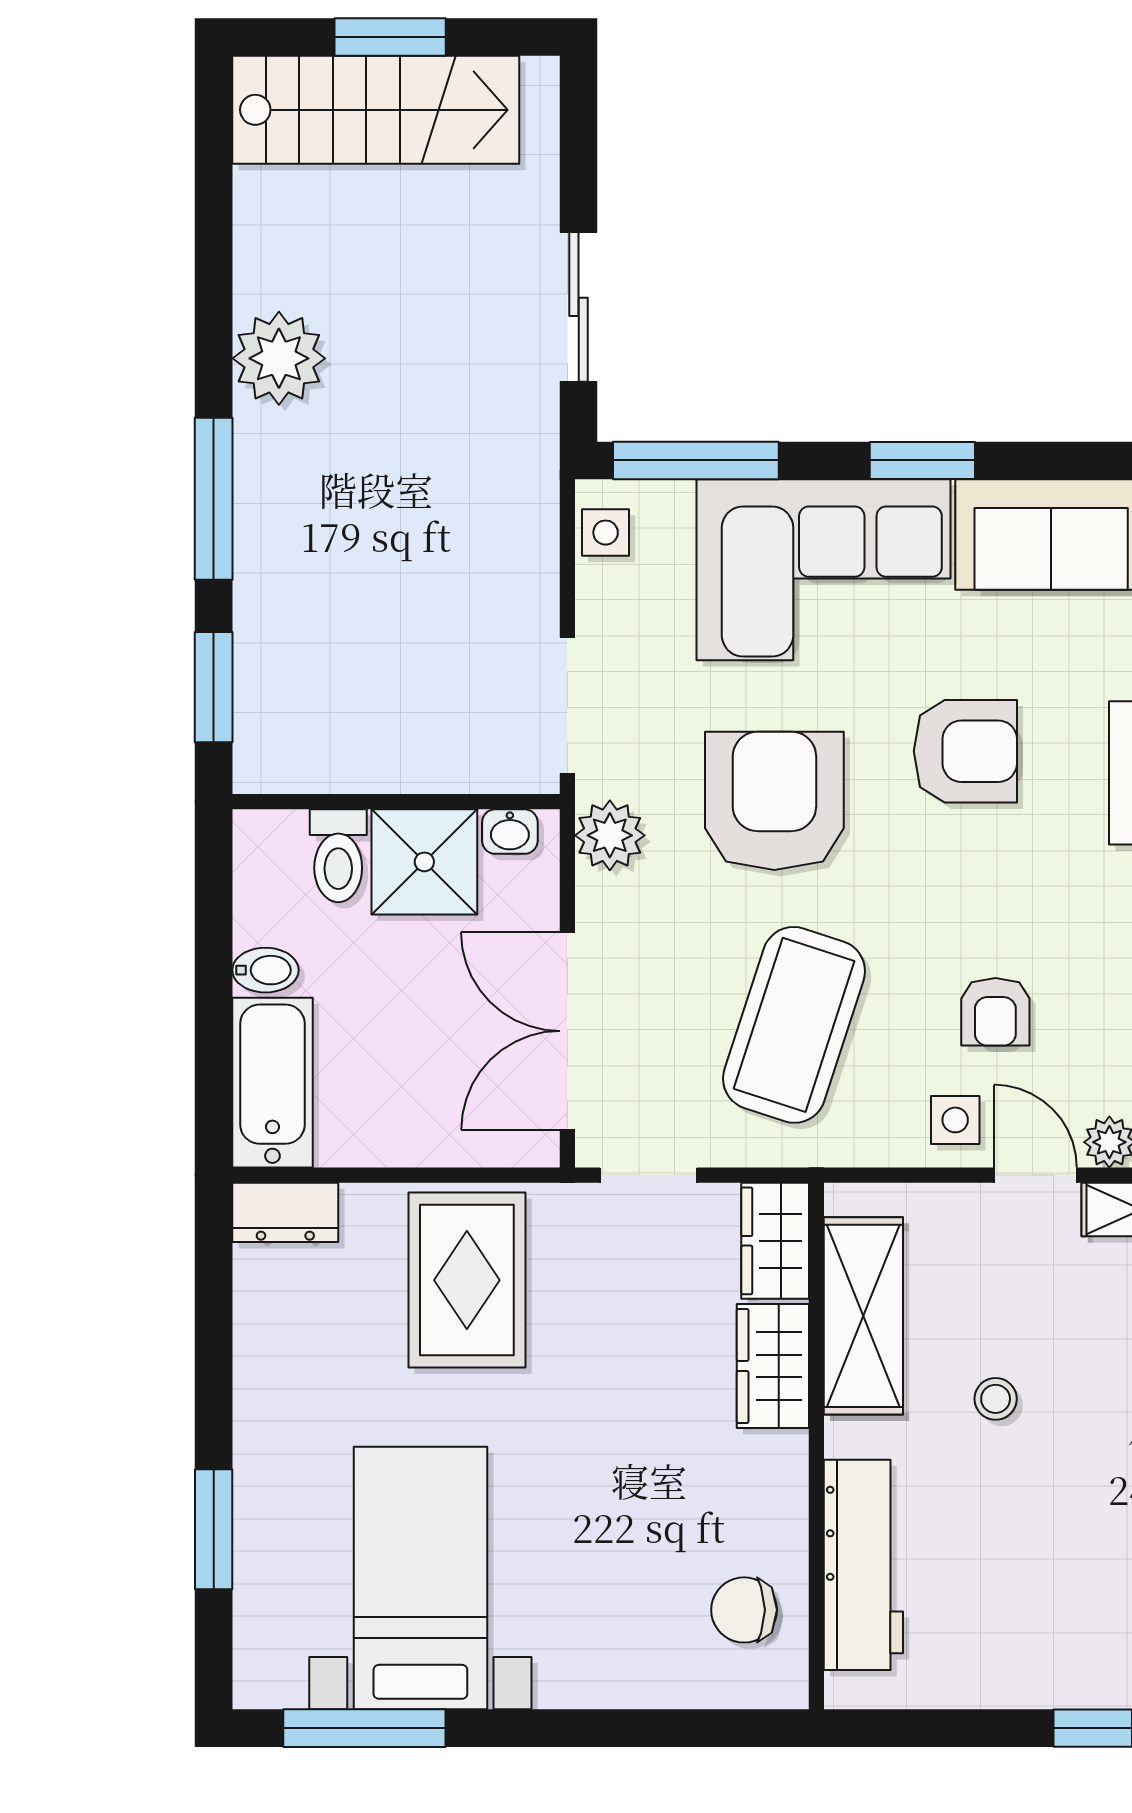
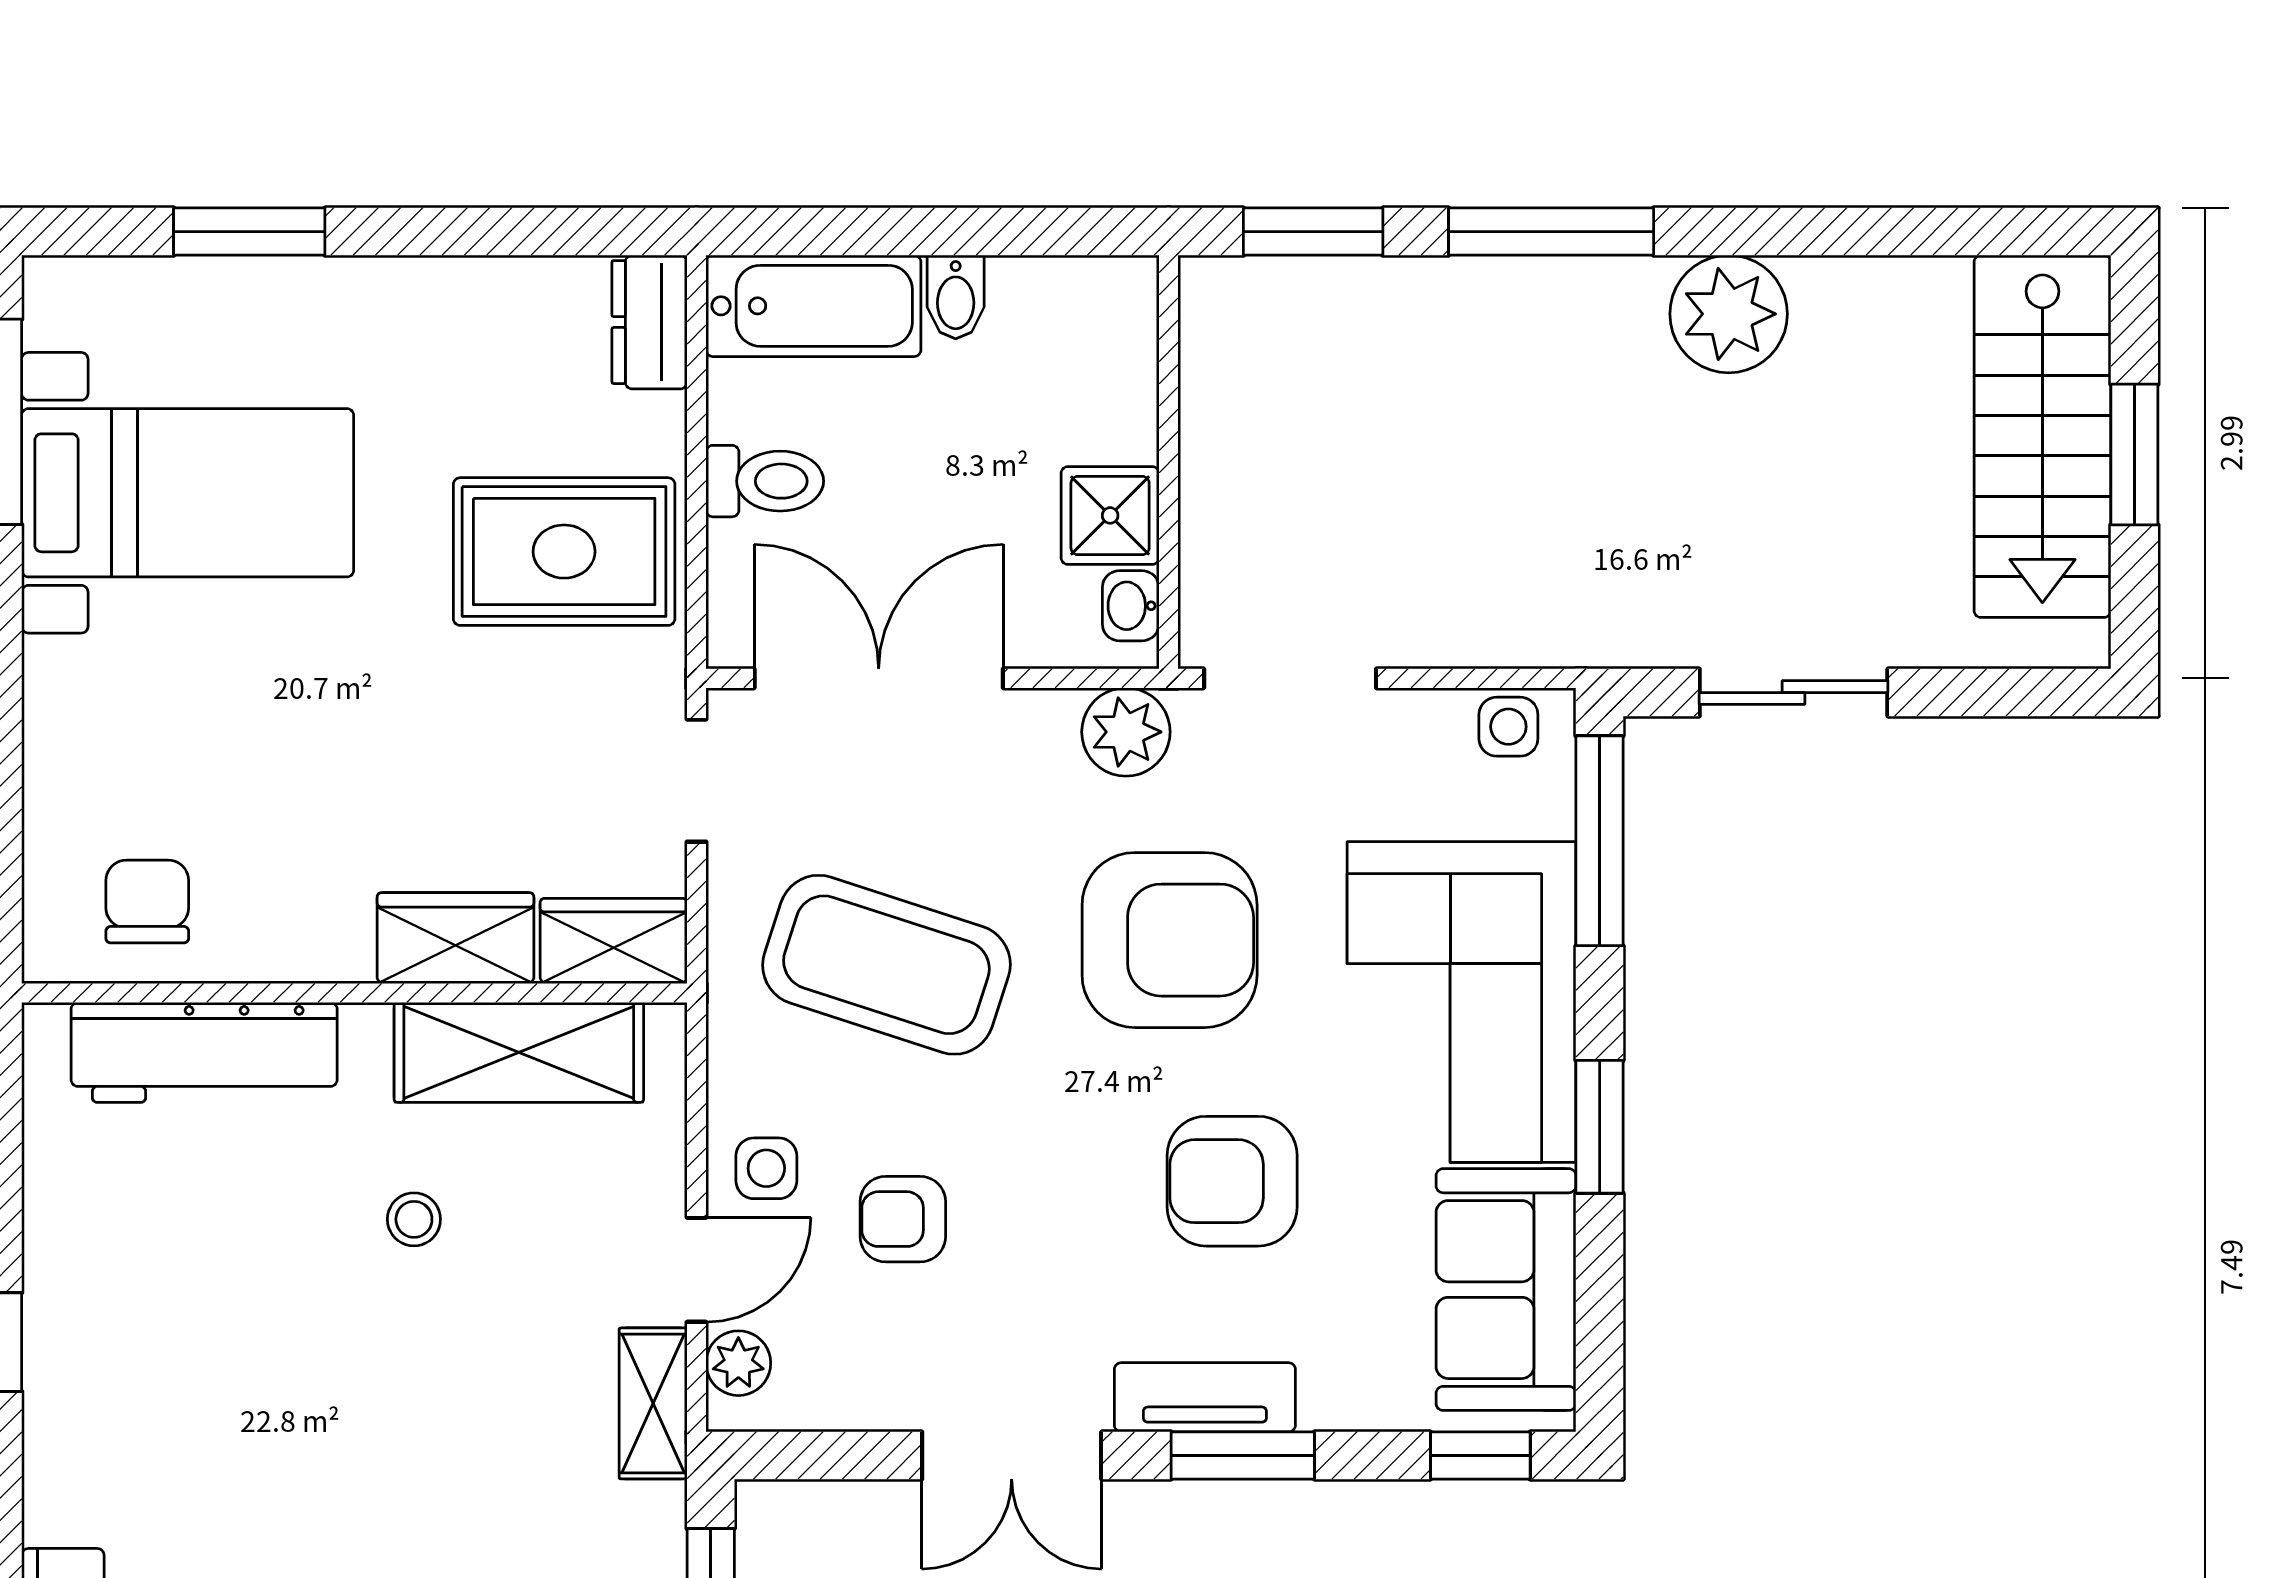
armchair: (965, 751) -> (1232, 1181), turned 90
toilet: (338, 856) -> (765, 481), moved, turned 180
shower: (424, 862) -> (1110, 515), width x0.73, depth x0.73

